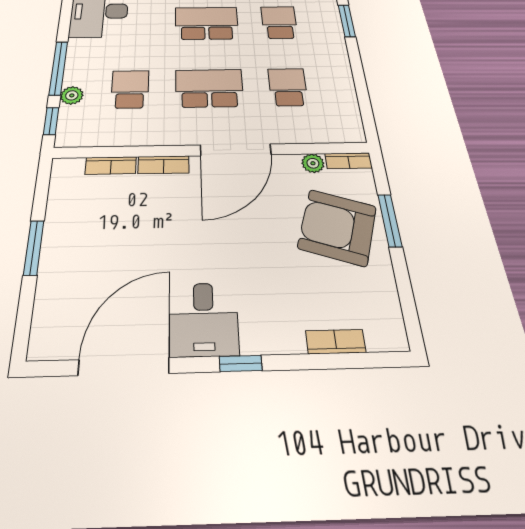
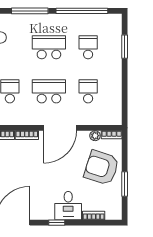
window: (390, 220) -> (125, 184), moved
desk: (204, 319) -> (68, 206), moved

